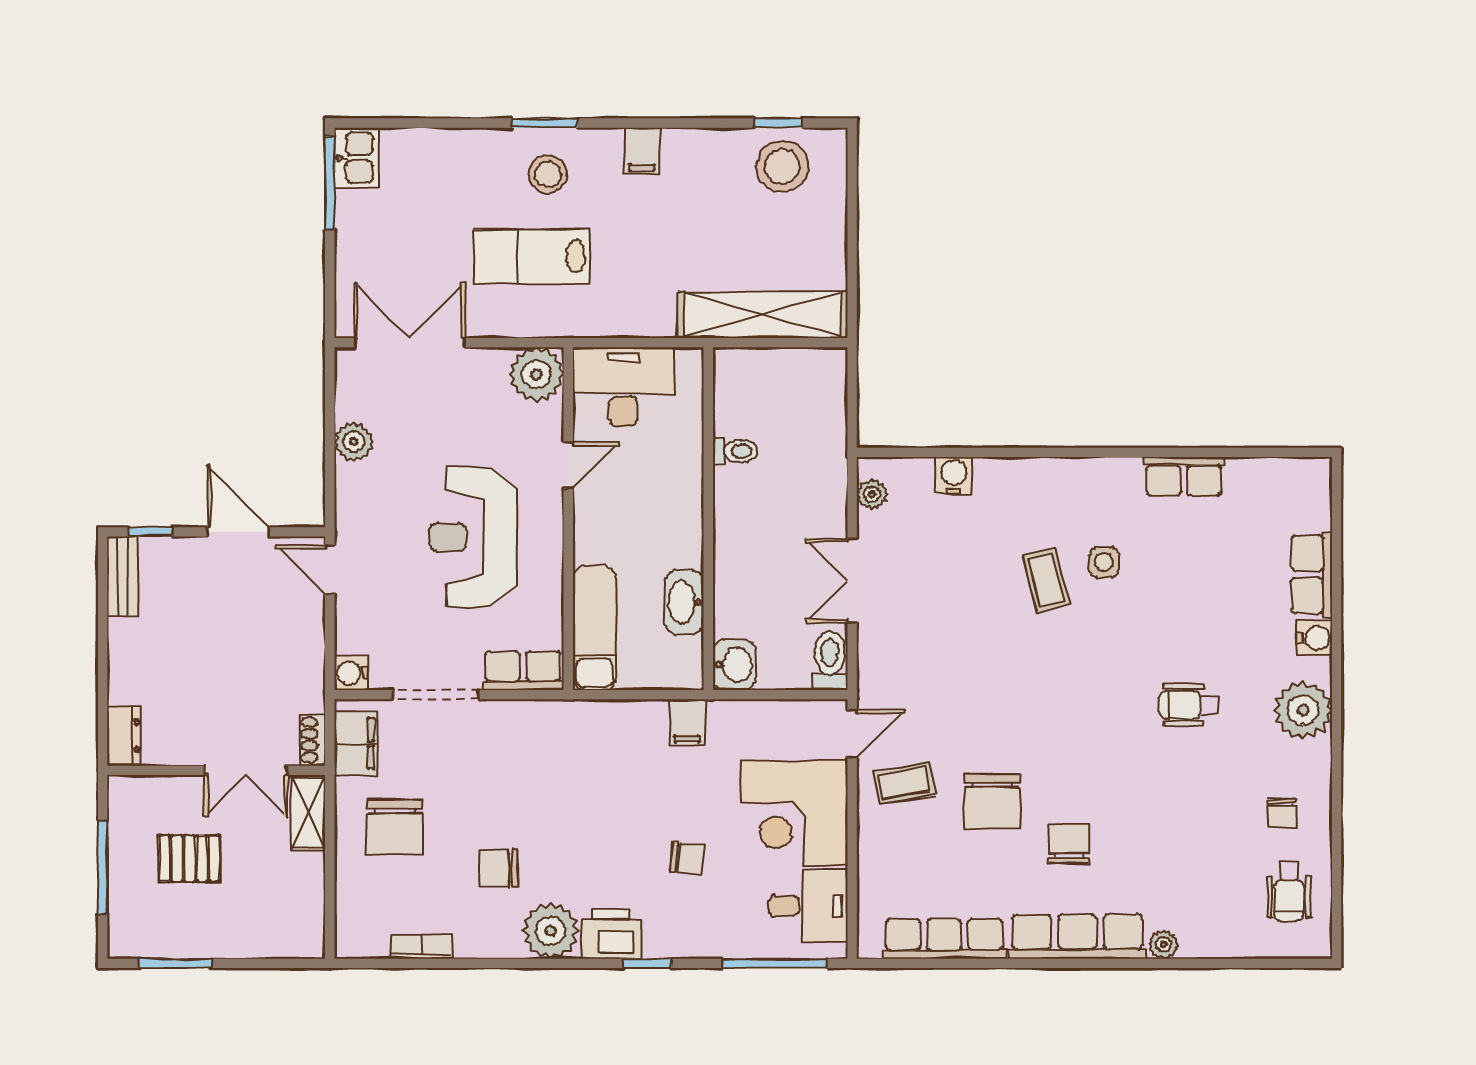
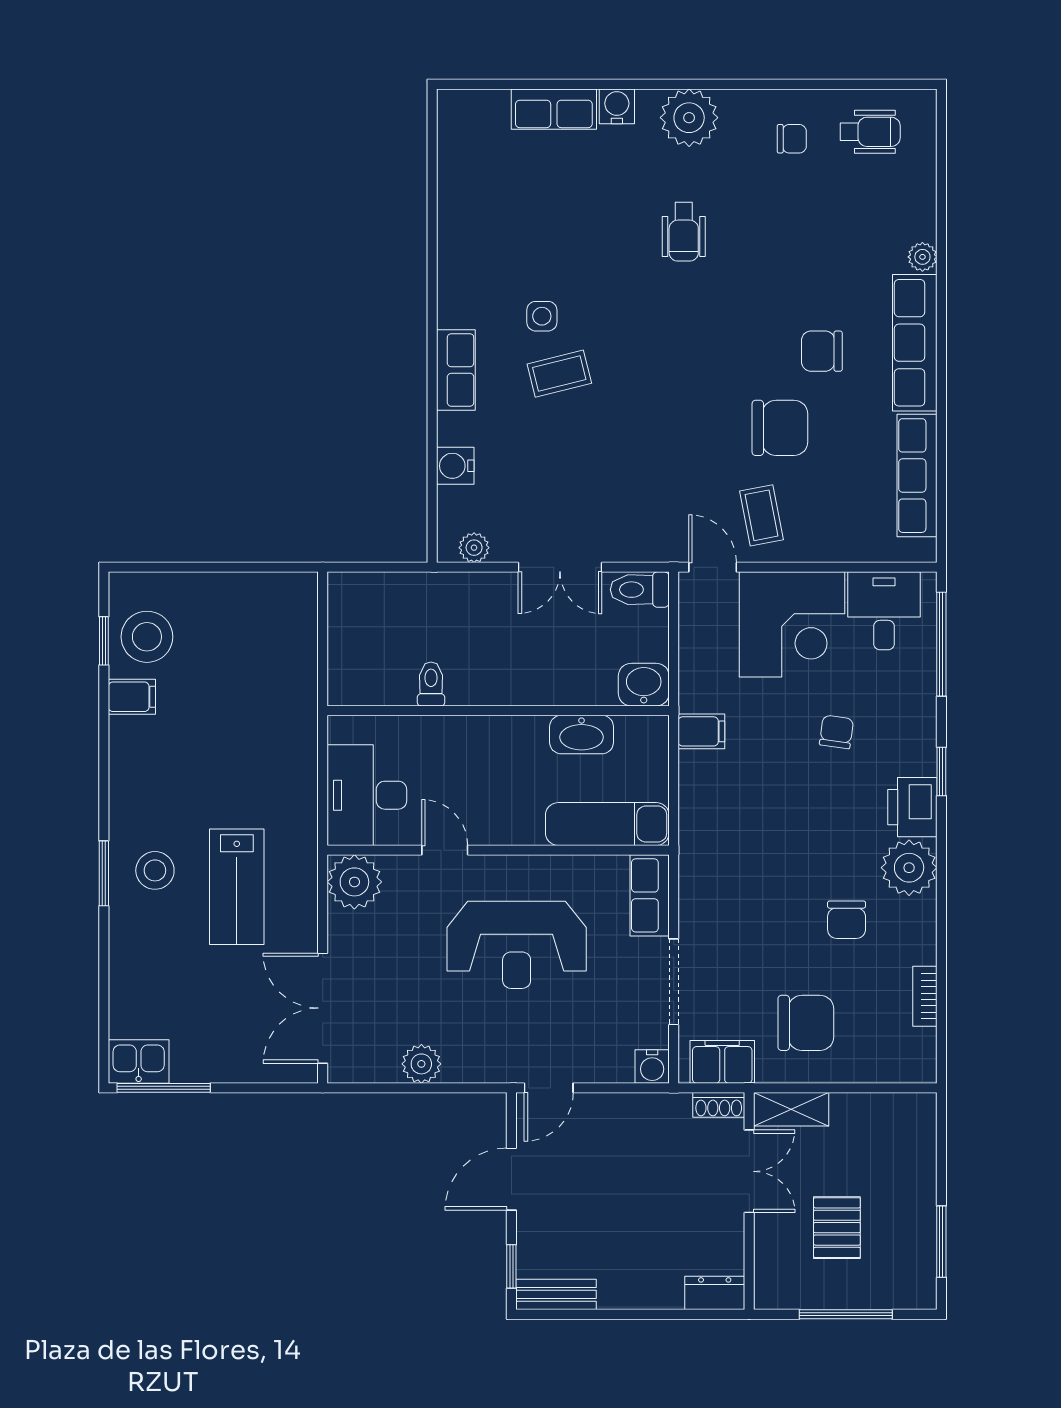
filing cabinet: (642, 151) -> (132, 697), moved
shelving: (762, 315) -> (295, 657), removed
row of seats: (1184, 476) -> (456, 370), moved

